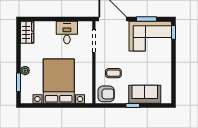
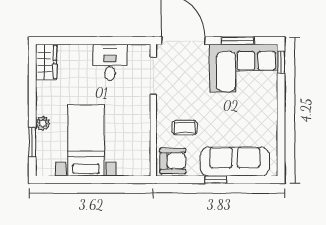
bed with nightstands: (59, 81) -> (86, 140), width x0.73
sofa: (145, 94) -> (235, 162), width x1.36

